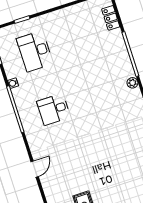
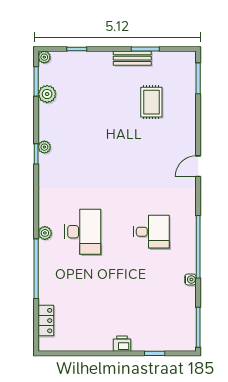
printer: (49, 19) -> (122, 344), added
desk: (35, 51) -> (83, 232), moved

